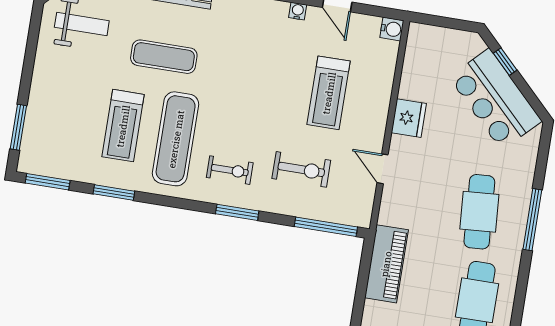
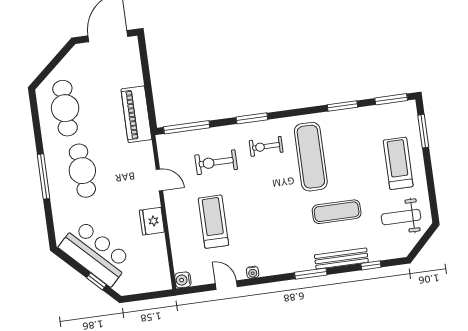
treadmill: (123, 126) -> (398, 163), moved

